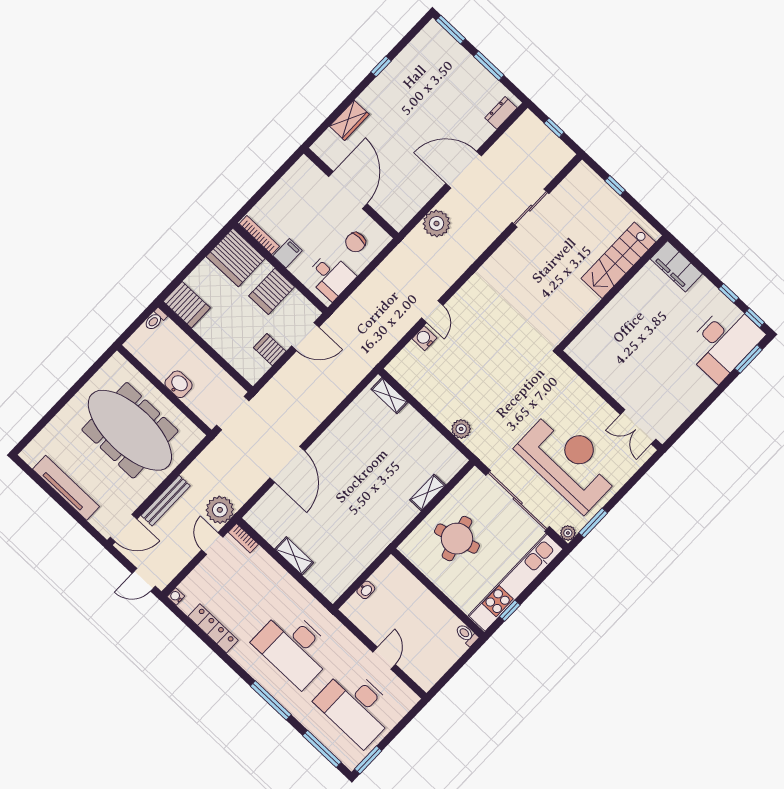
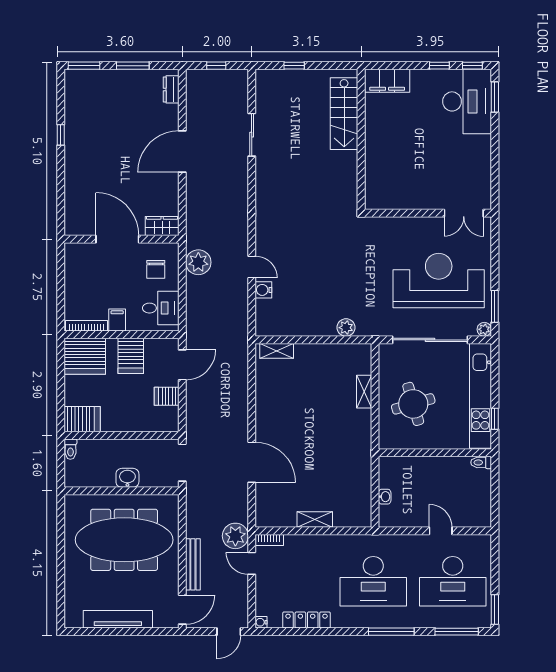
wardrobe: (349, 120) -> (162, 226), moved, turned -90
plant: (437, 223) -> (198, 262), moved

